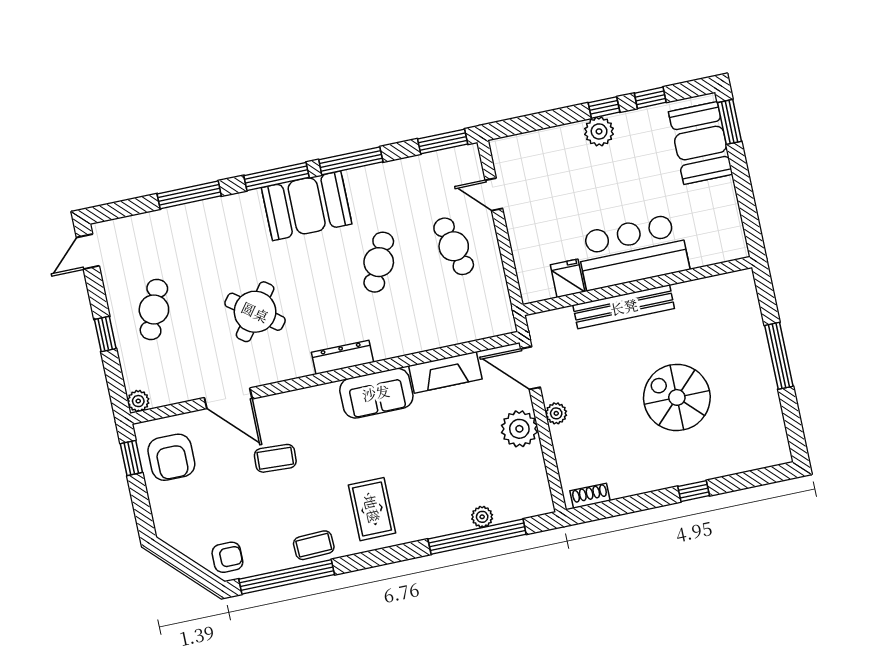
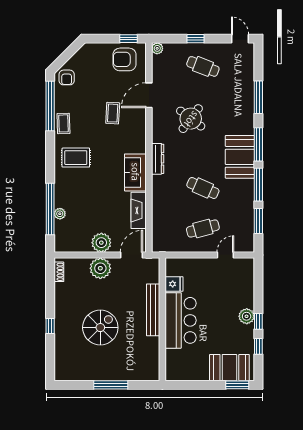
window: (443, 141) -> (258, 221), moved
plant: (556, 413) -> (100, 268), width x1.88, depth x1.88

